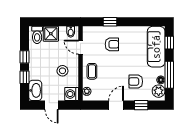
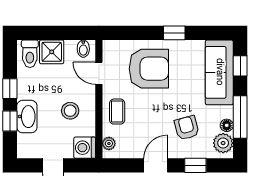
window: (110, 22) -> (174, 33), moved
armchair: (112, 44) -> (149, 69), width x1.88, depth x1.88
armchair: (136, 81) -> (187, 128), turned 75
washbasin: (35, 90) -> (27, 117), moved

